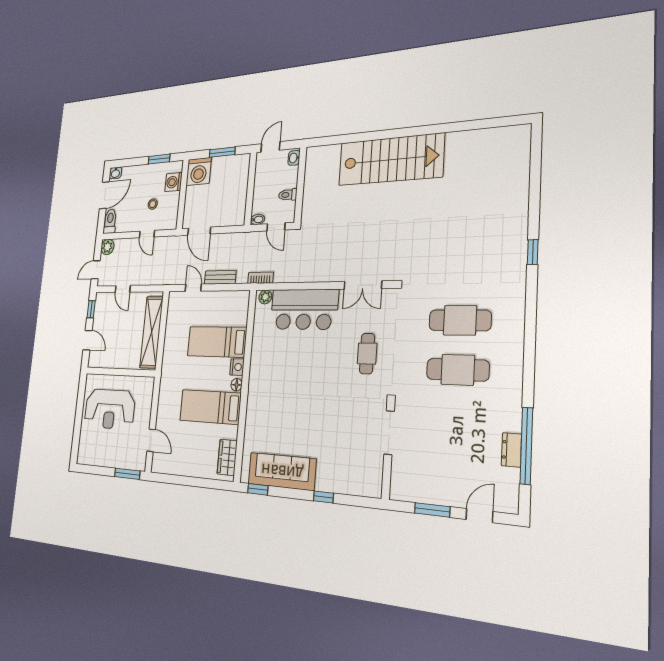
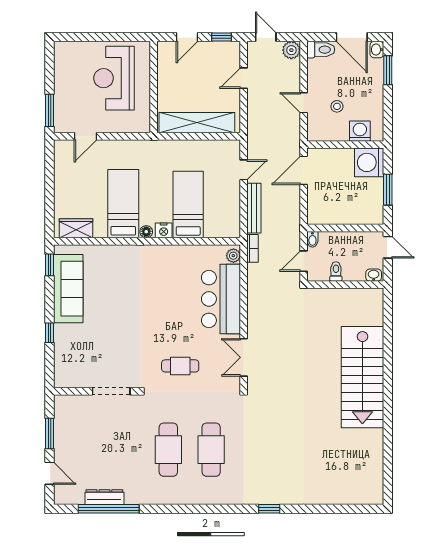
window: (159, 159) -> (388, 70), moved
door: (147, 234) -> (304, 103), hinge flipped
bench: (220, 277) -> (254, 208), width x1.36
dresser: (511, 450) -> (104, 497), width x1.44

